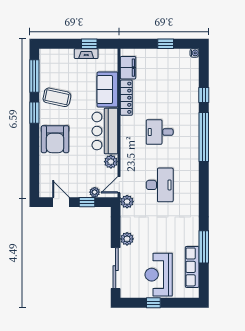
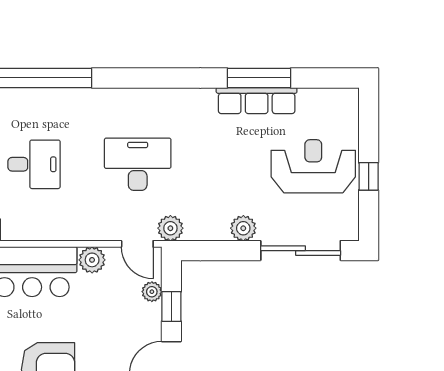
desk: (160, 132) -> (34, 164), turned -90
row of seats: (192, 267) -> (257, 101), moved
reception desk: (159, 275) -> (313, 166), turned 180

